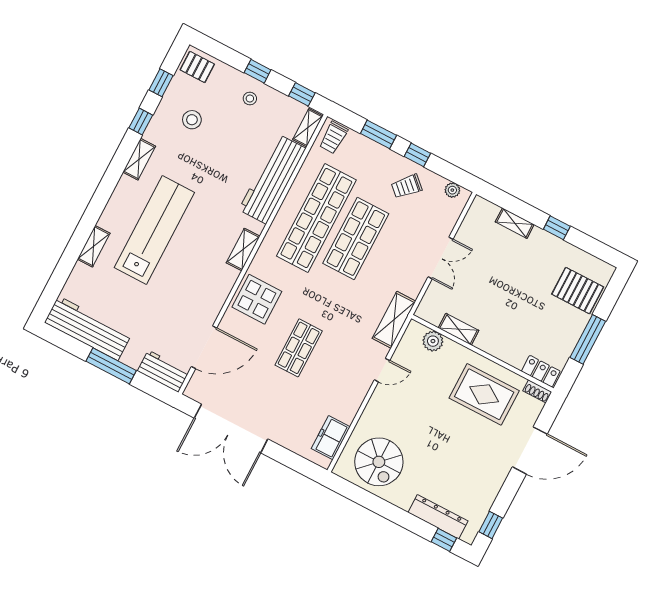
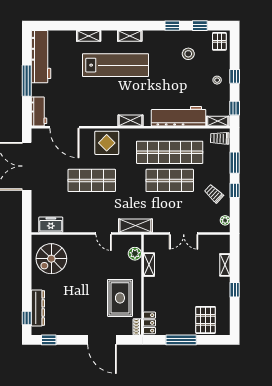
shelving: (139, 159) -> (130, 36), moved
shop shelf: (299, 348) -> (92, 180), width x1.43, depth x1.36

